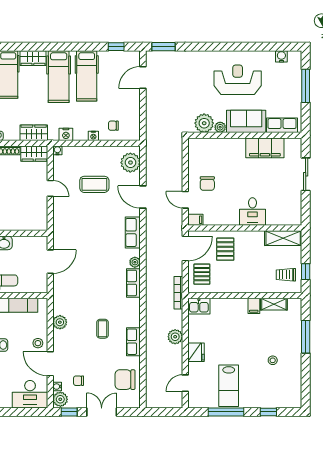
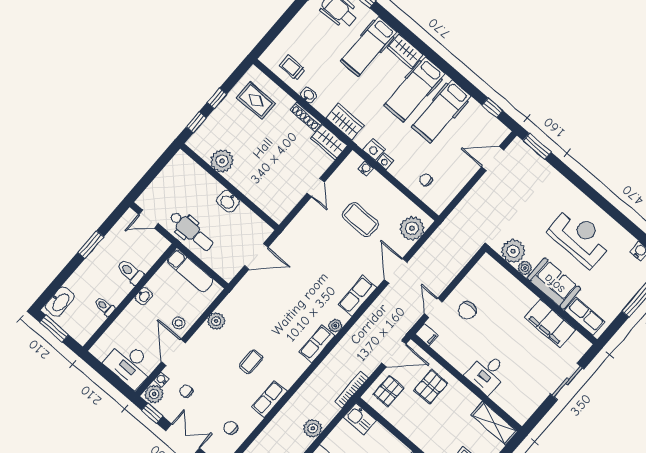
nightstand: (93, 136) -> (385, 161), moved
water cooler: (57, 150) -> (366, 169), moved
chair: (125, 380) -> (231, 428), width x0.54, depth x0.54

